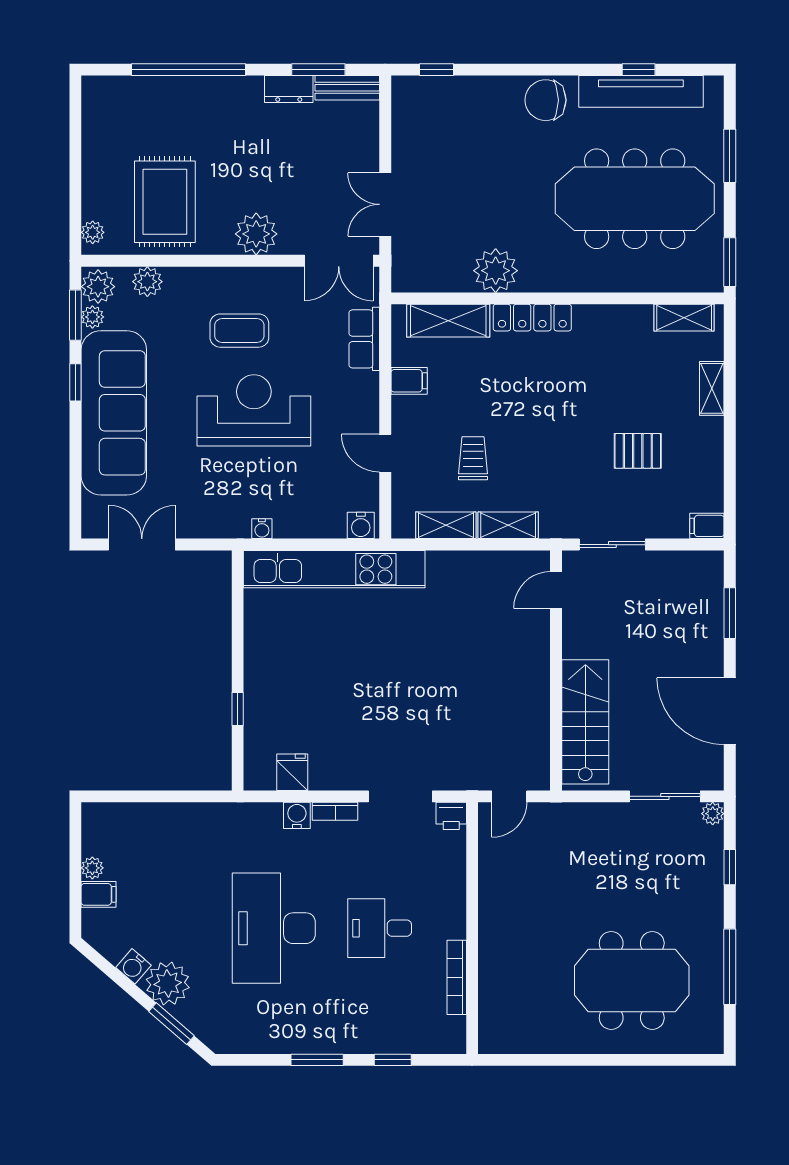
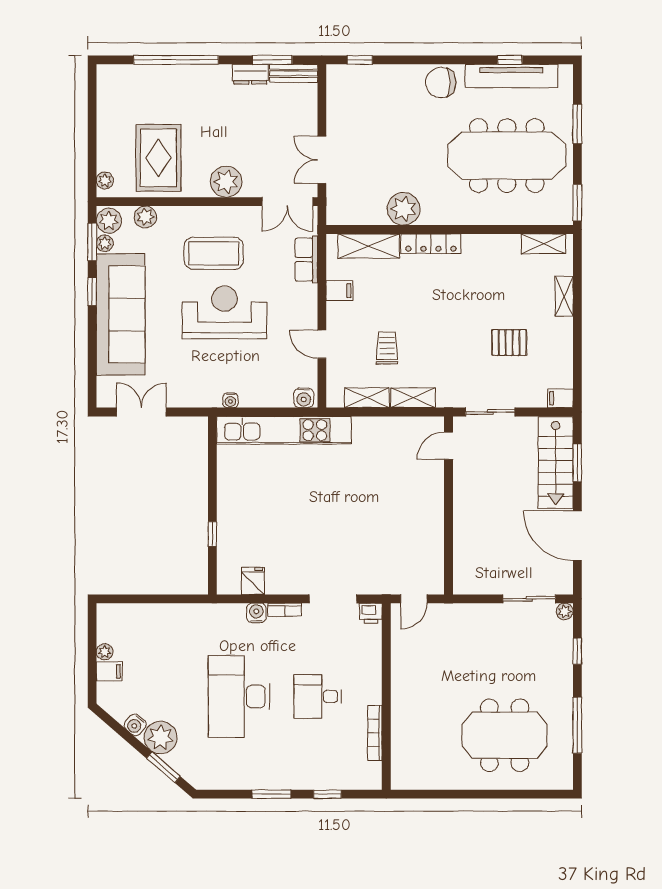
coffee table: (239, 331) -> (214, 253), width x1.36, depth x1.32
stairs: (585, 722) -> (556, 462), moved, turned 180

